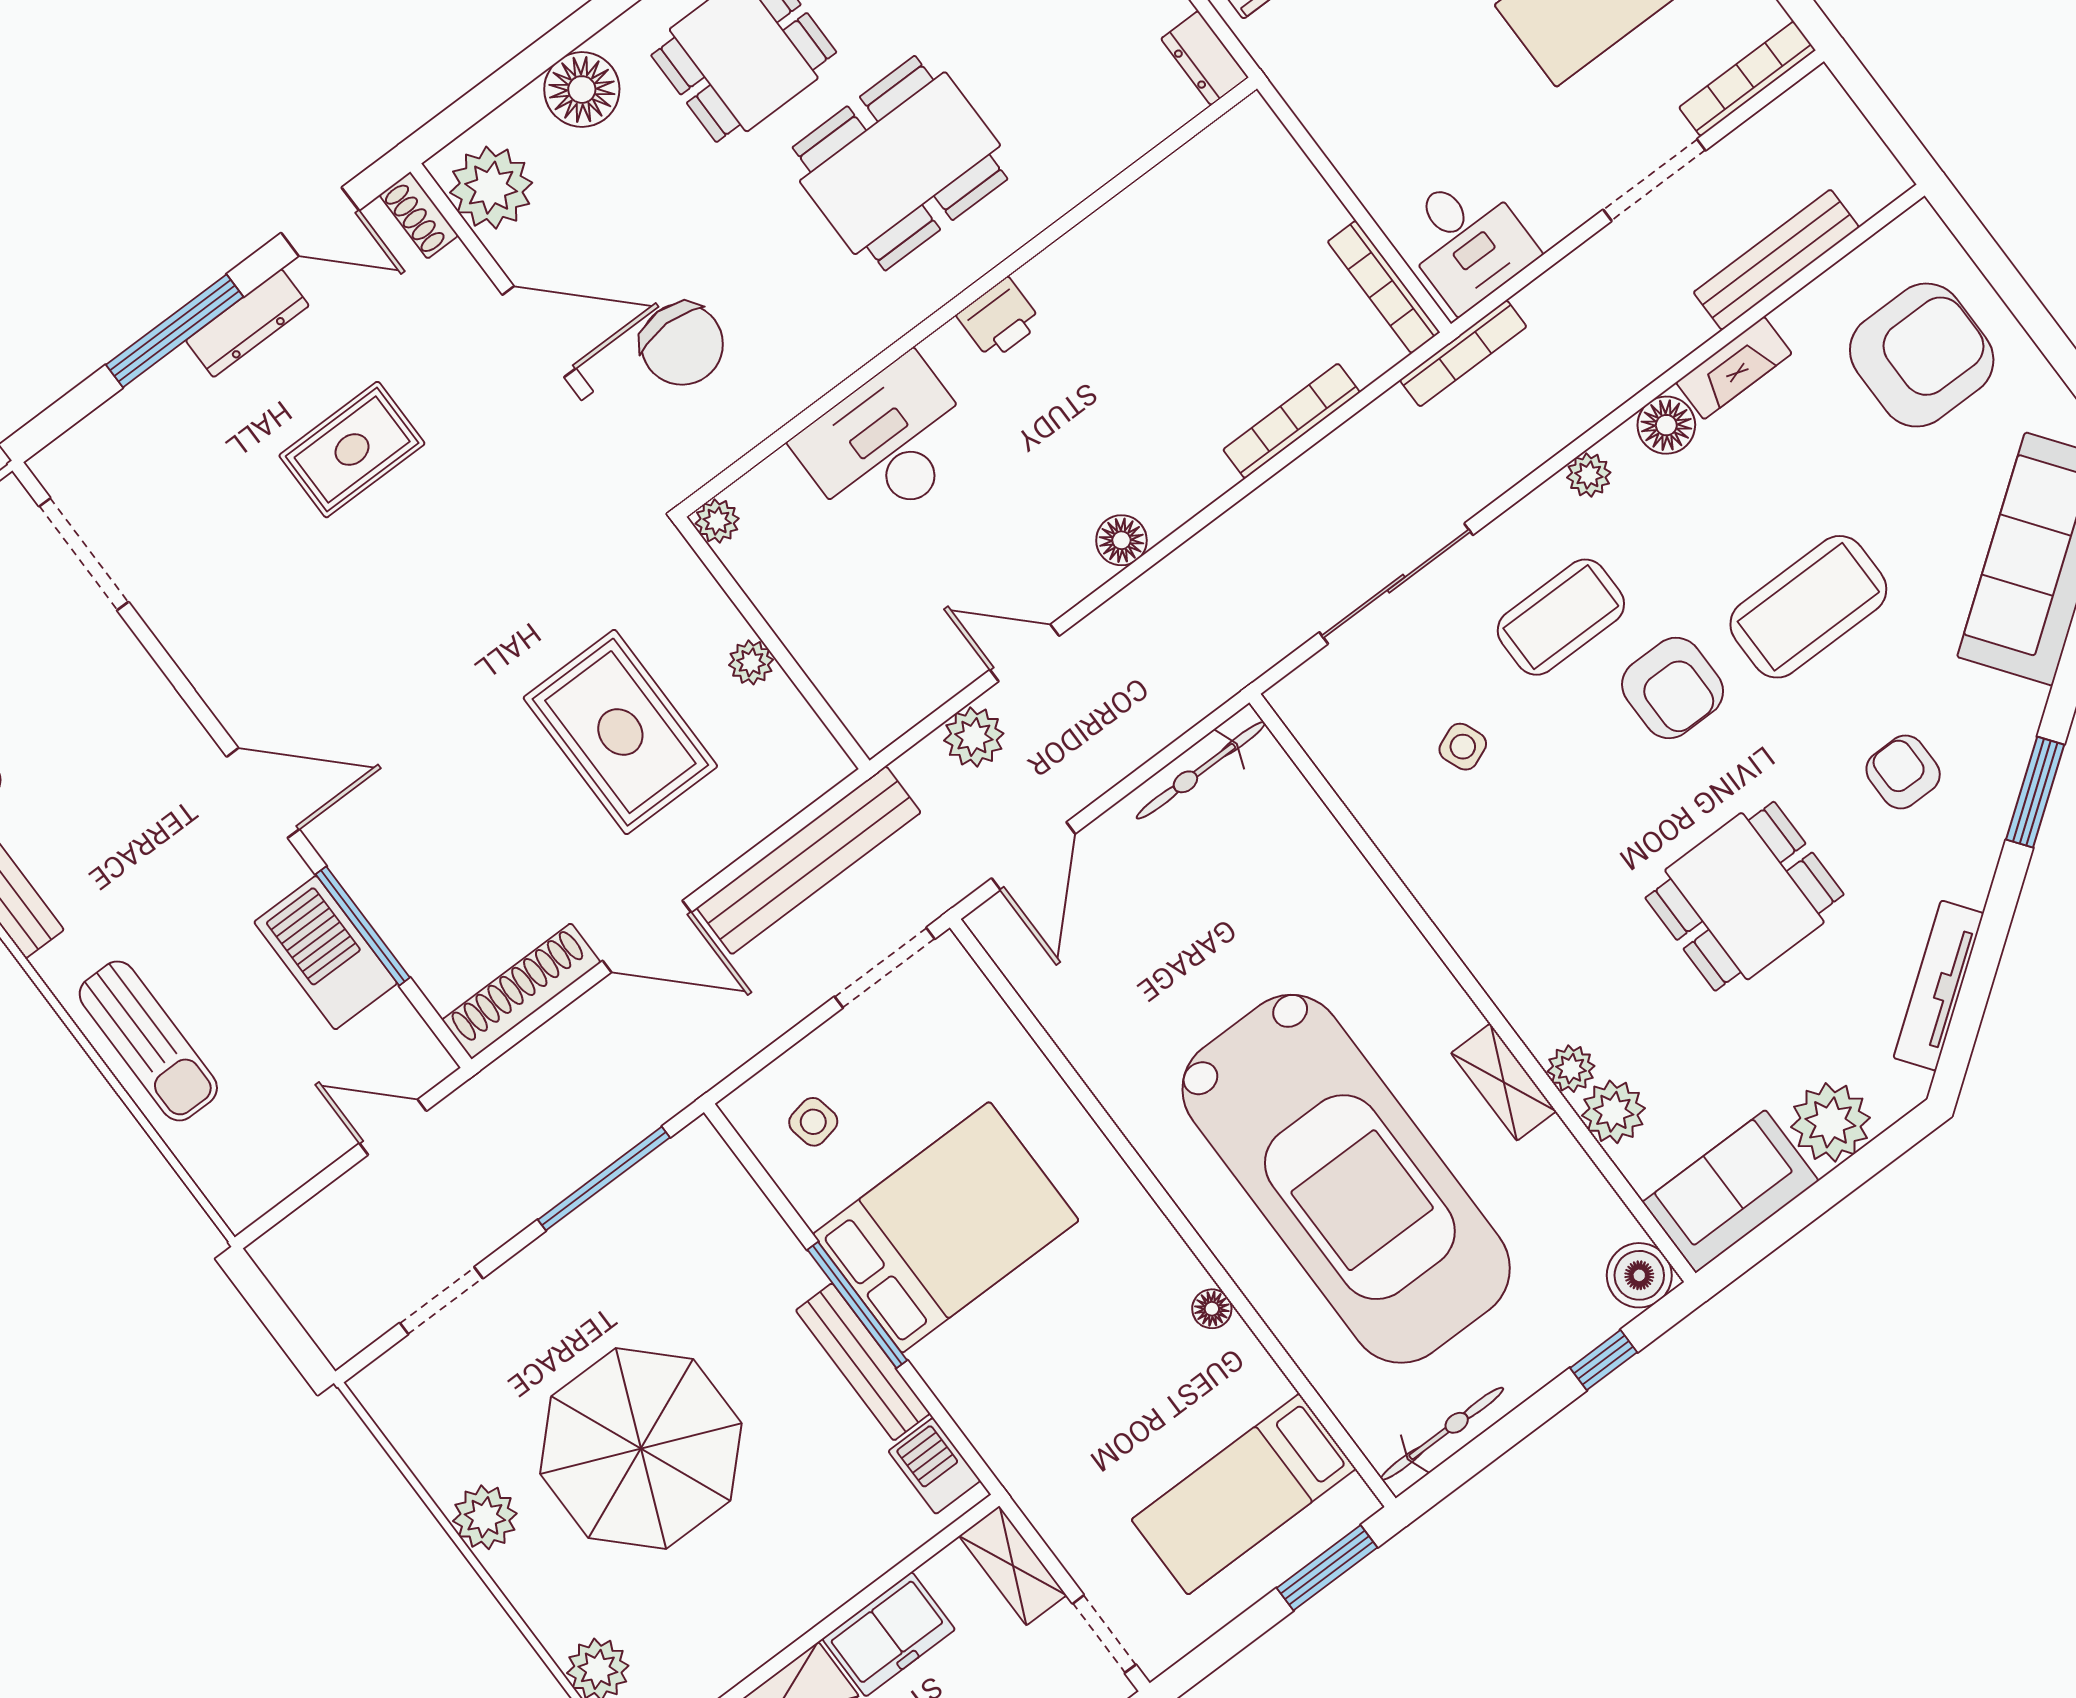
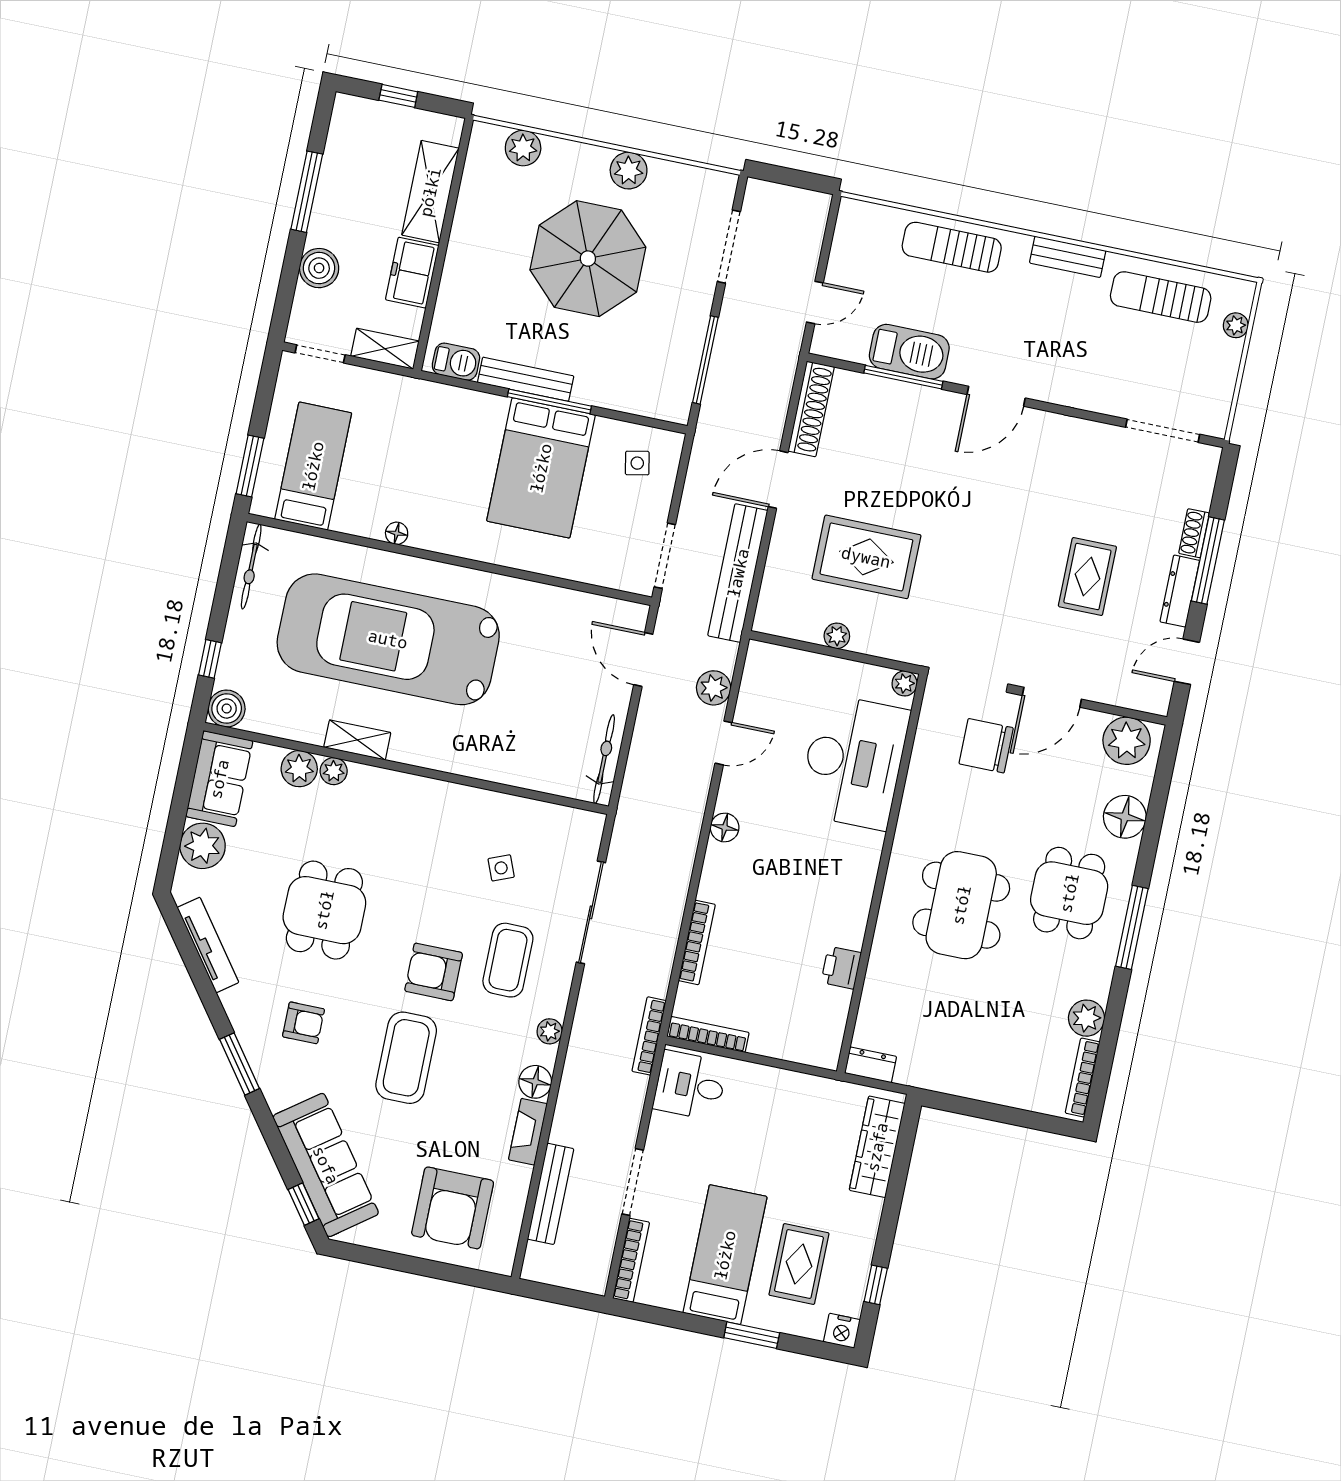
shoe rack: (419, 215) -> (1194, 533), moved, turned -90
printer: (999, 319) -> (841, 968), moved
desk: (887, 444) -> (854, 762), width x1.36, depth x1.30
doorway: (441, 1301) -> (729, 247), width x1.38

